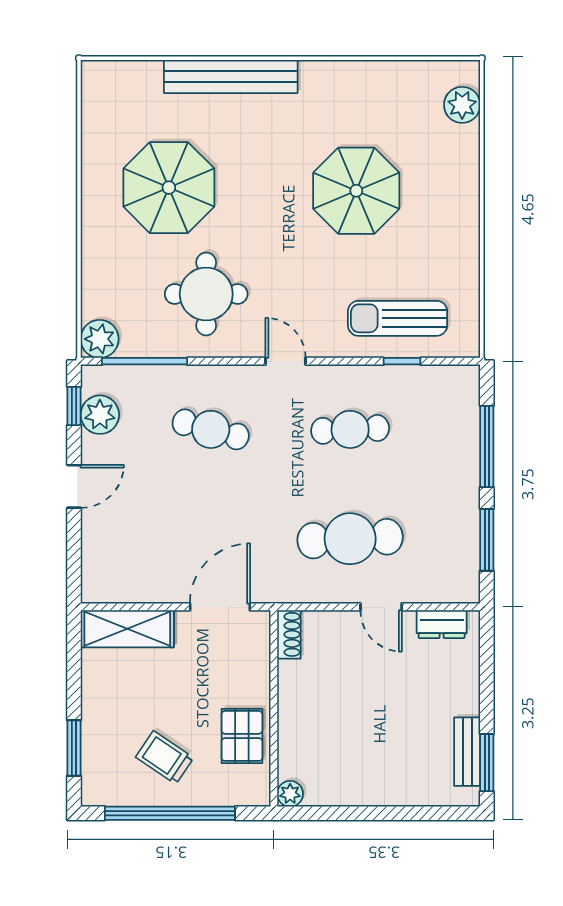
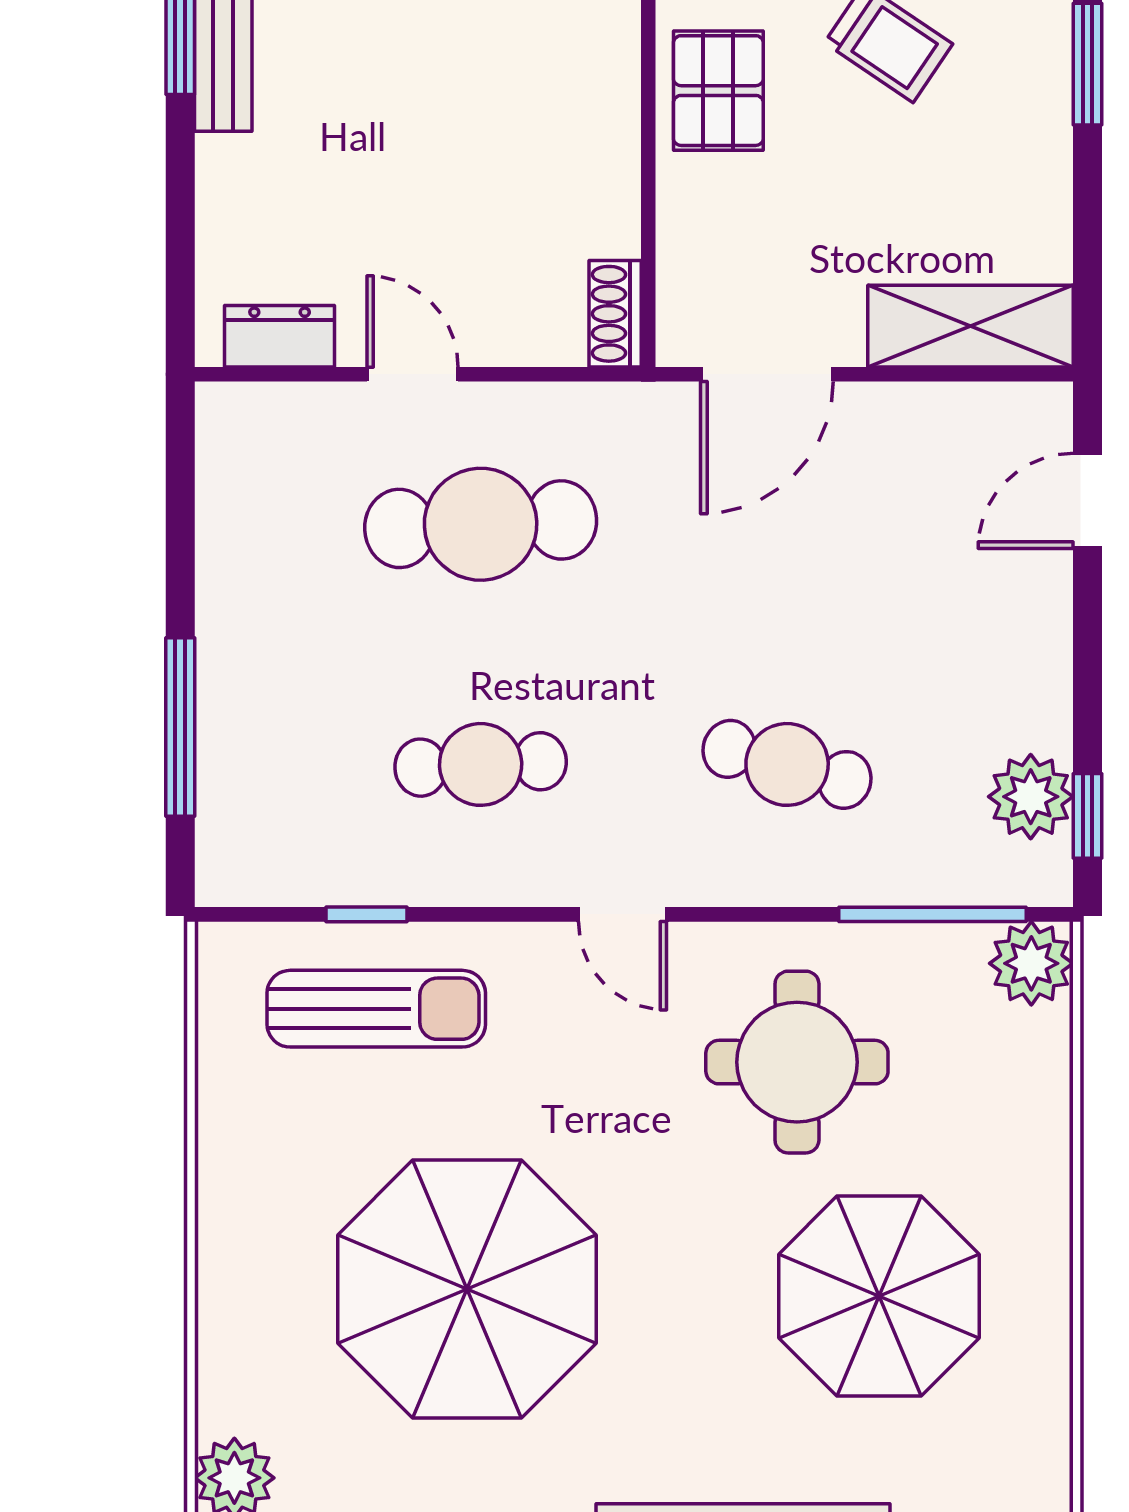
parasol: (356, 191) -> (467, 1289), width x1.36, depth x1.36
door: (74, 486) -> (1087, 501), moved
window: (487, 540) -> (180, 522), removed

